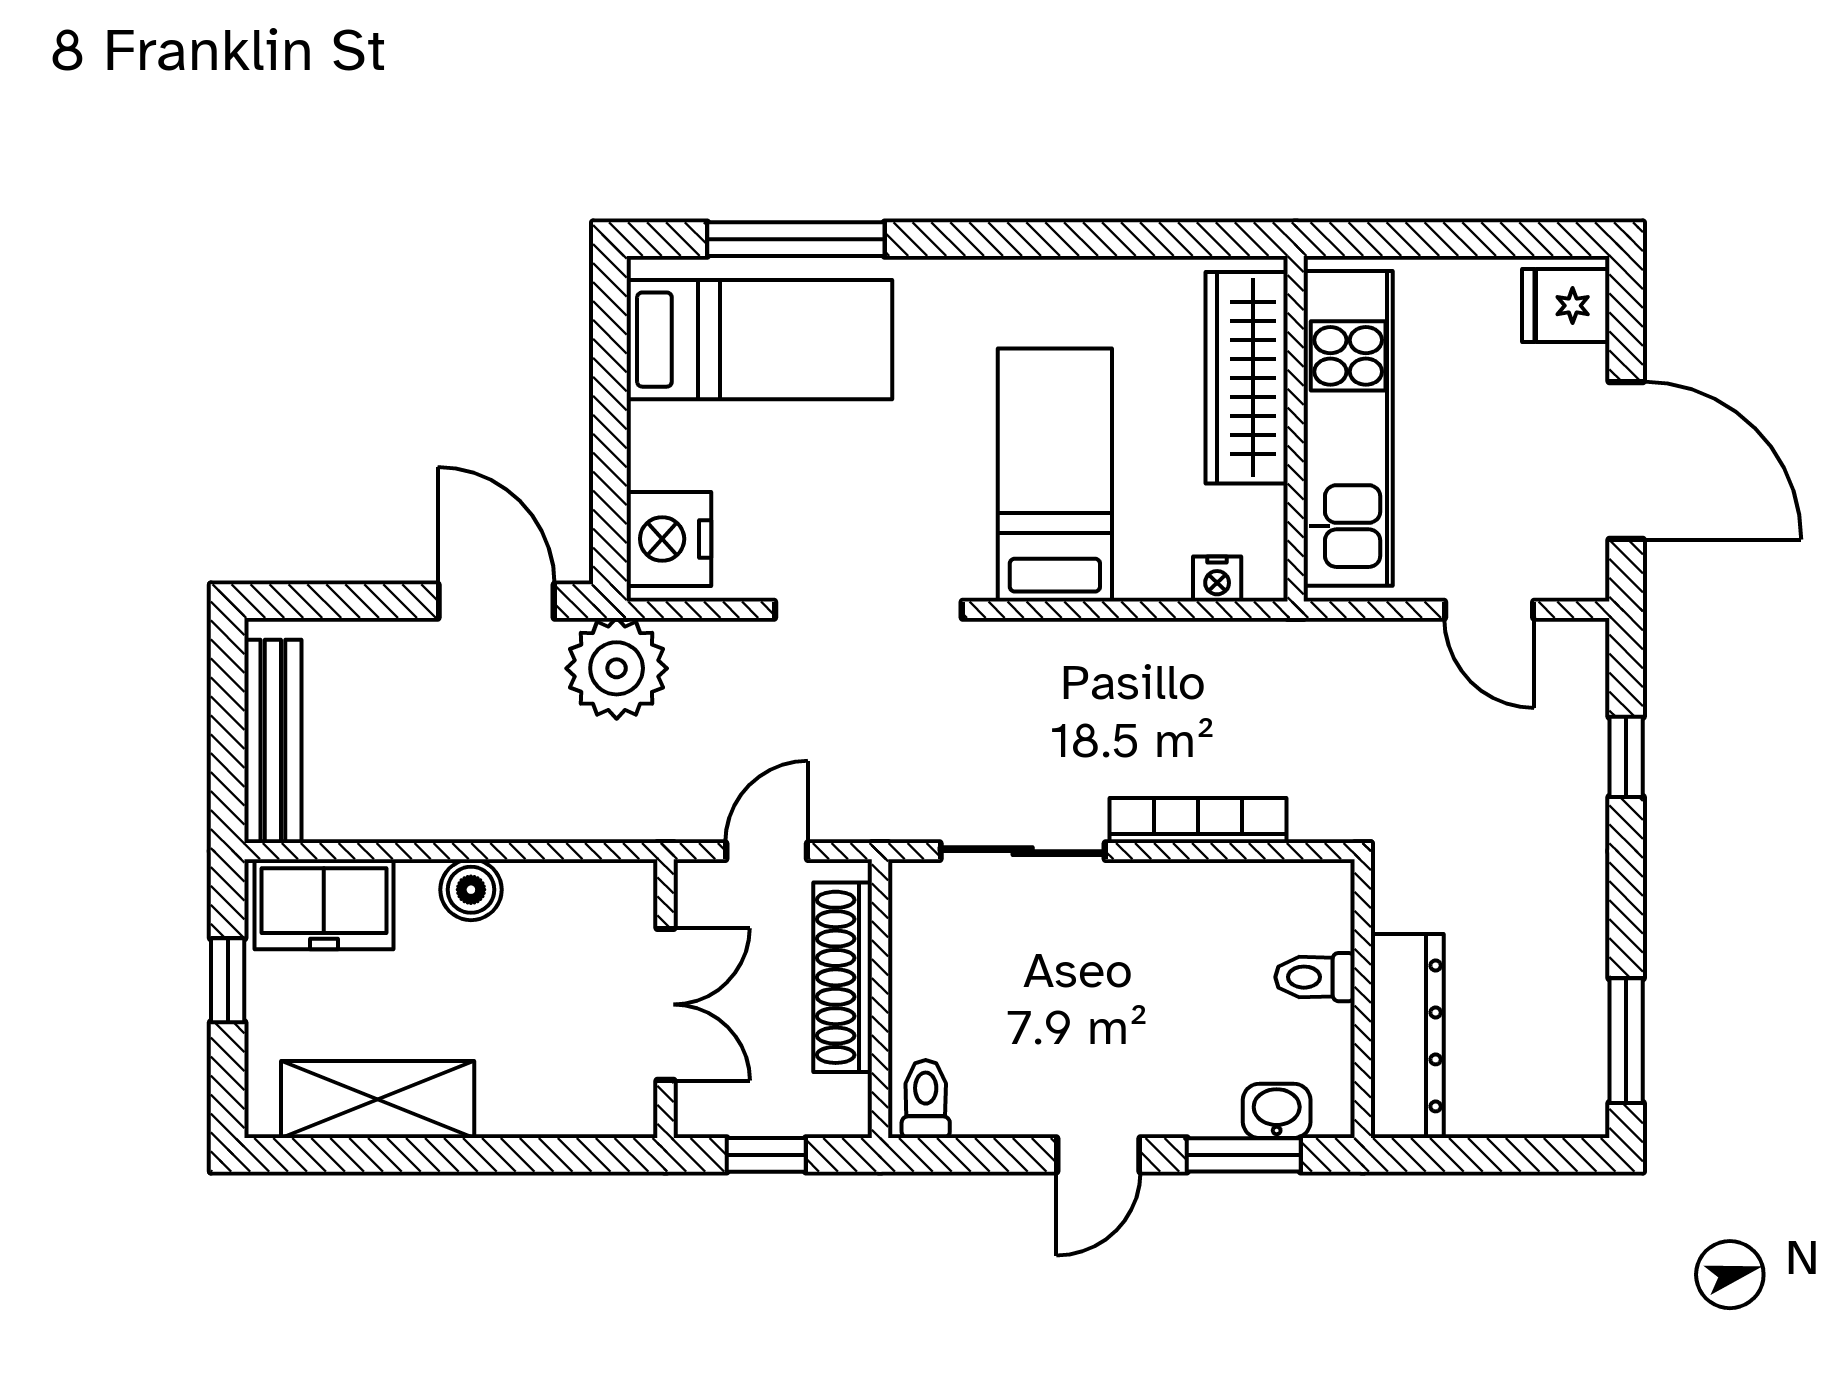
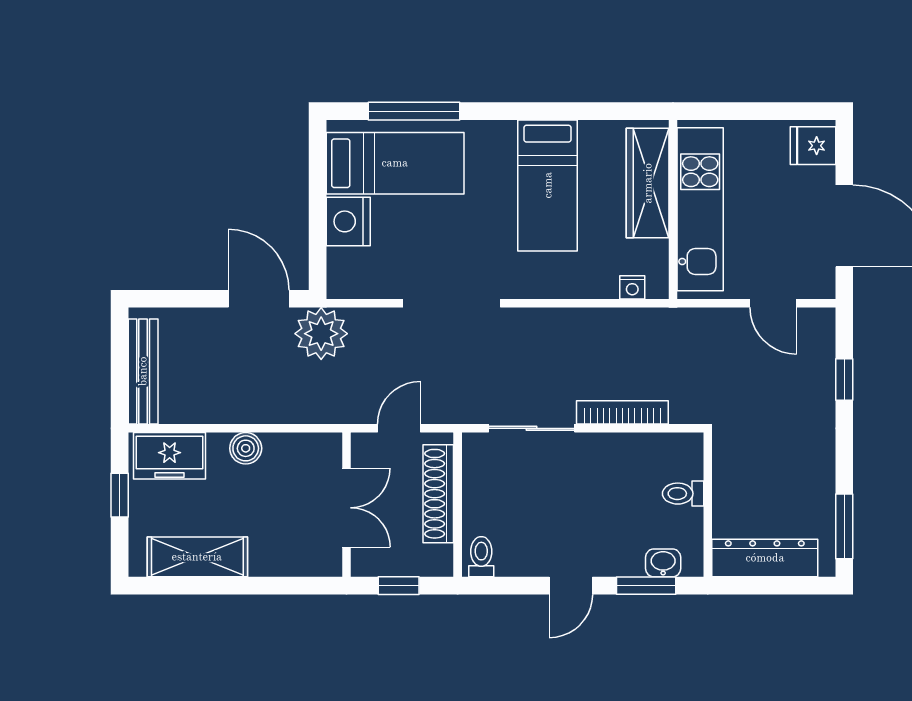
bed: (1055, 475) -> (548, 185), moved, turned 180
nightstand: (669, 539) -> (348, 221), moved
dresser: (1407, 1036) -> (765, 558), moved, turned -90

